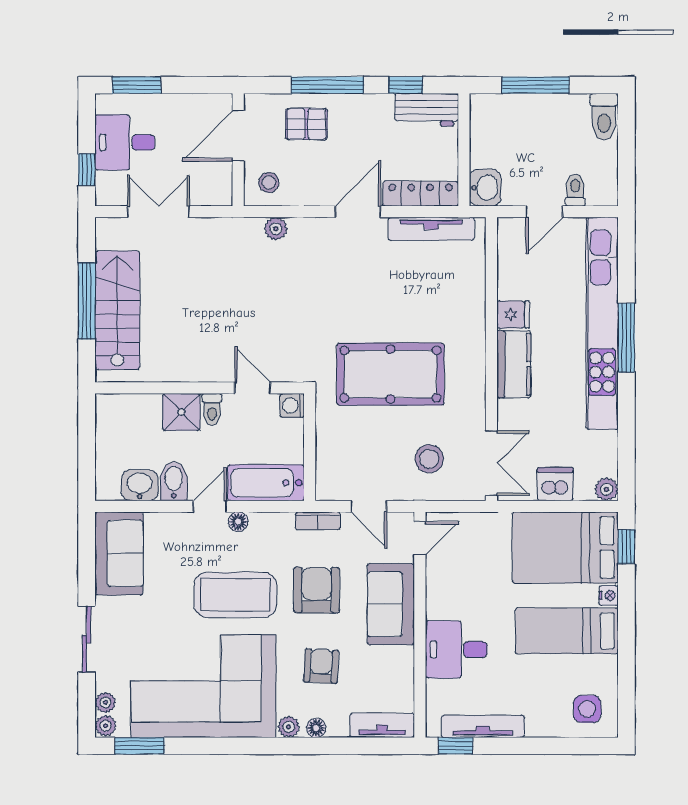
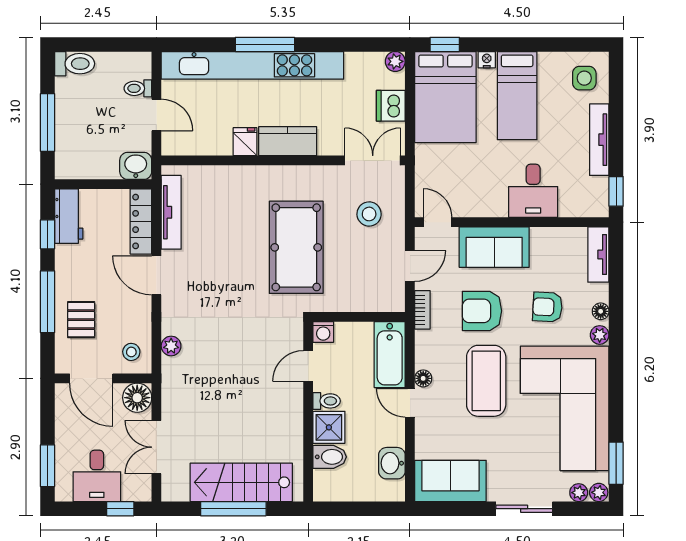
floor lamp: (216, 189) -> (137, 398), added
bidet: (174, 481) -> (330, 457), moved, turned 180
tv unit: (483, 726) -> (599, 140), moved

